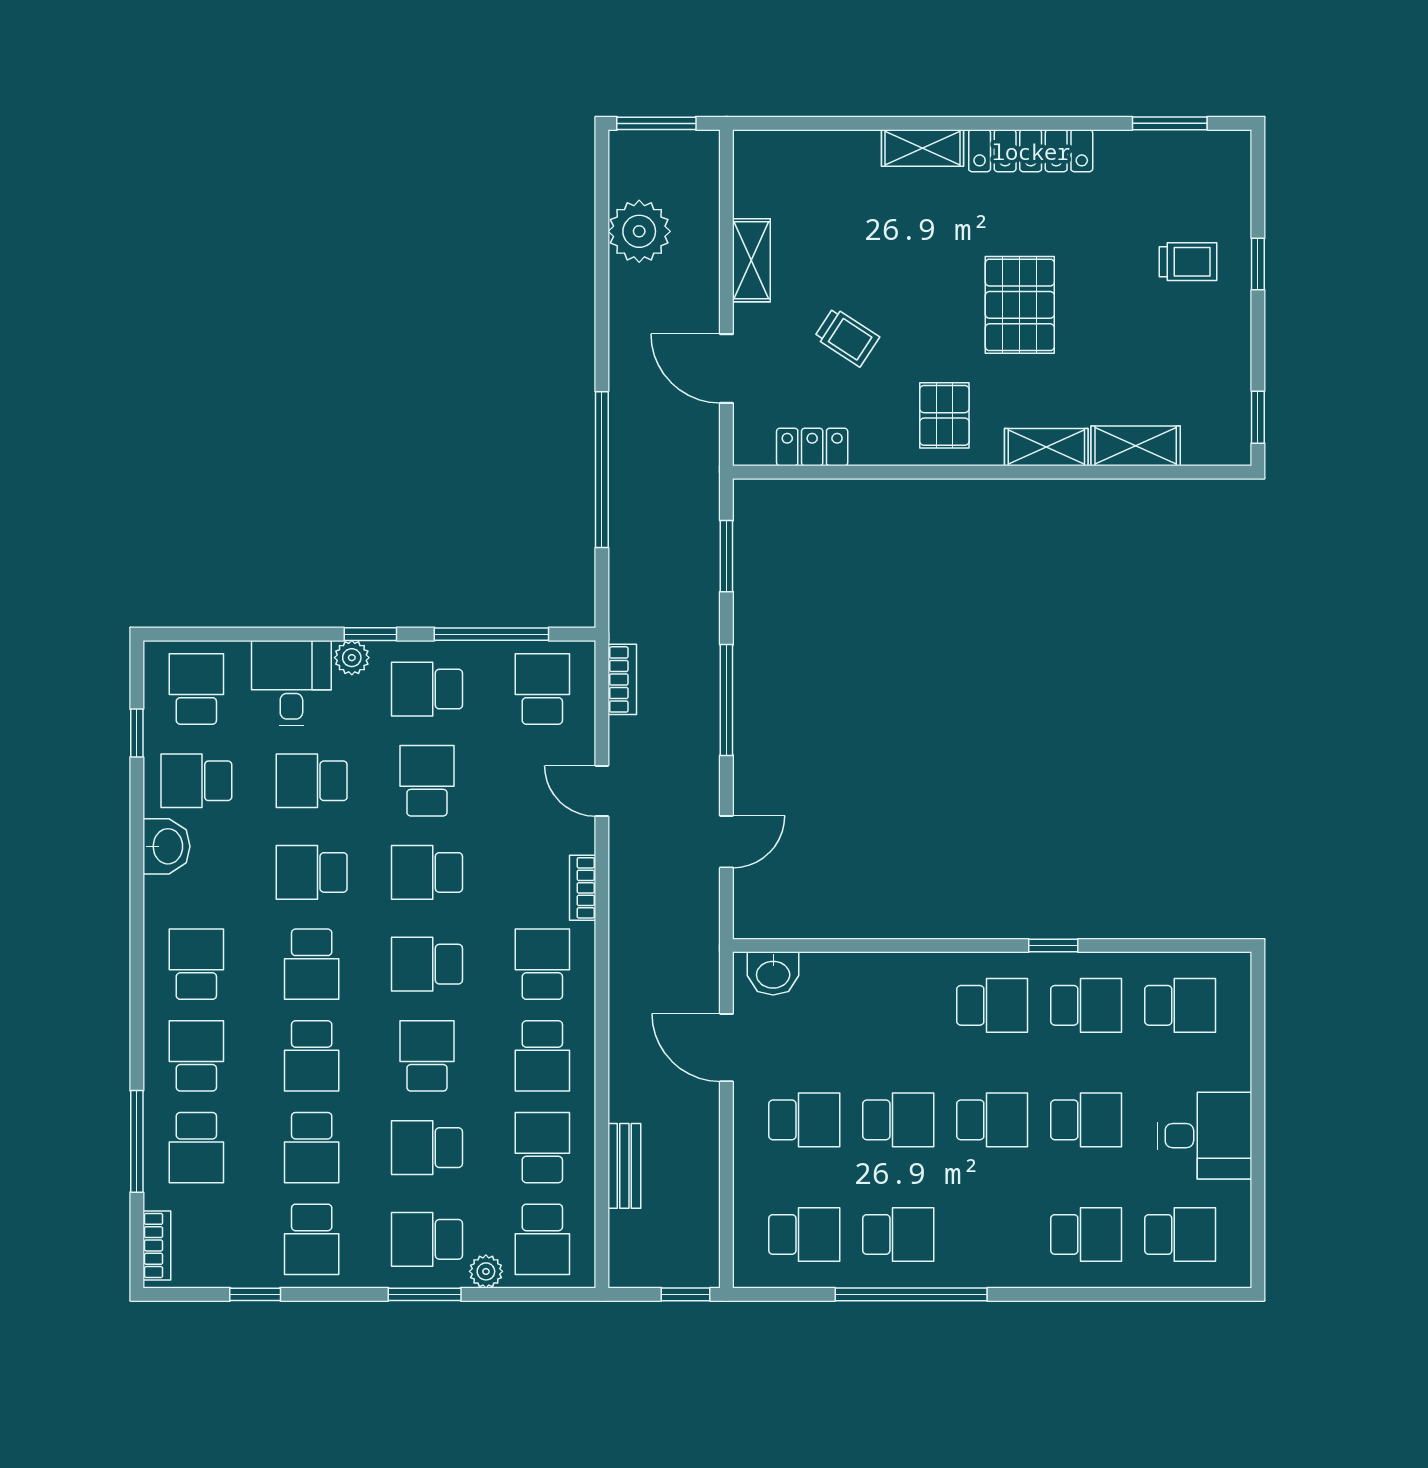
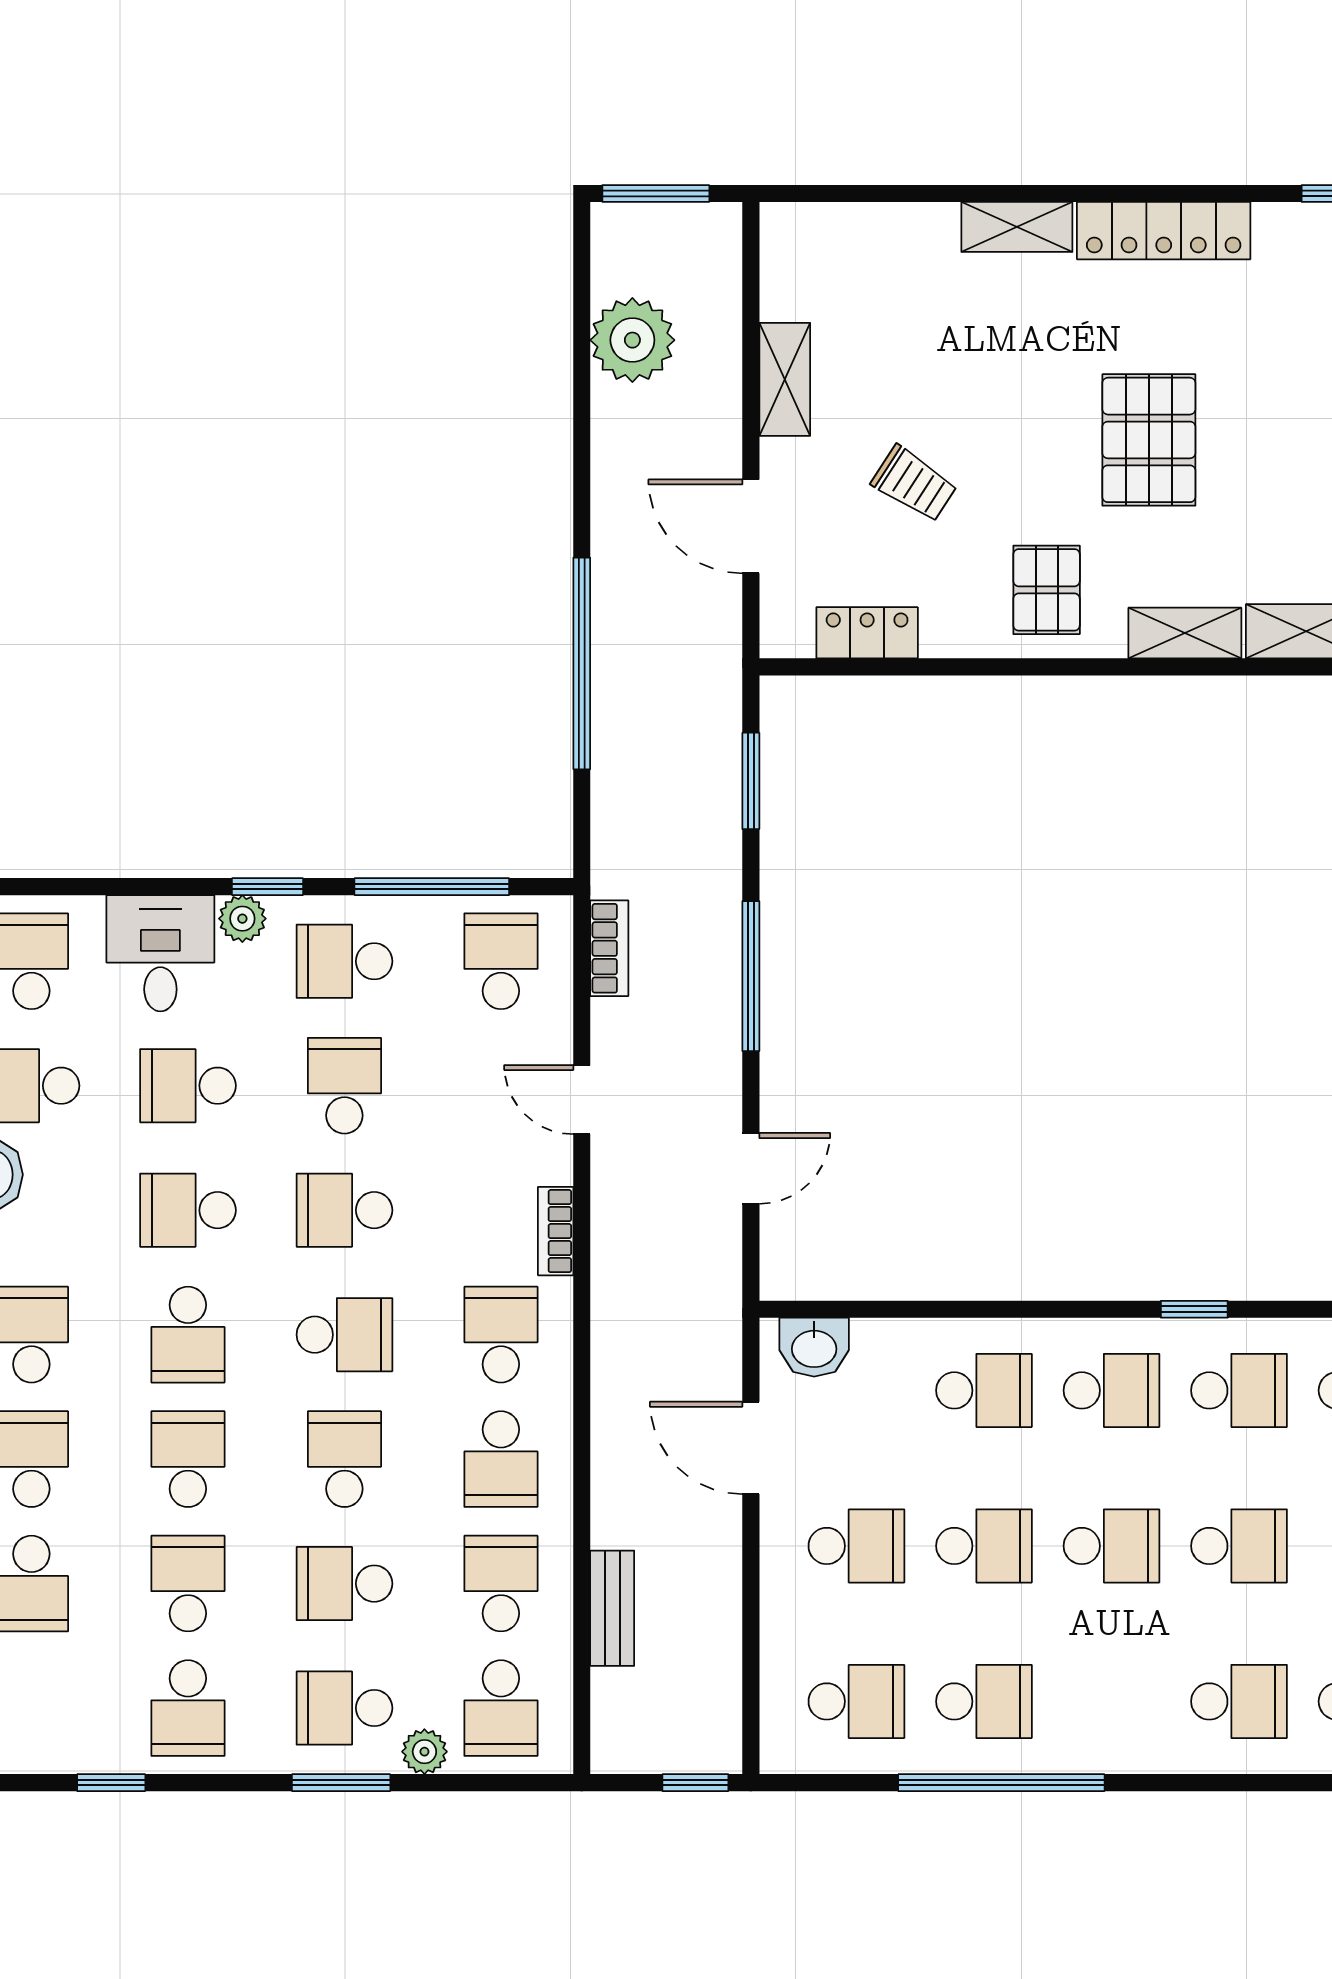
school desk: (427, 964) -> (344, 1335), turned 180
school desk: (898, 1005) -> (984, 1390), added
school desk: (312, 1056) -> (188, 1459), turned 180
school desk: (312, 1148) -> (188, 1584), turned 180

